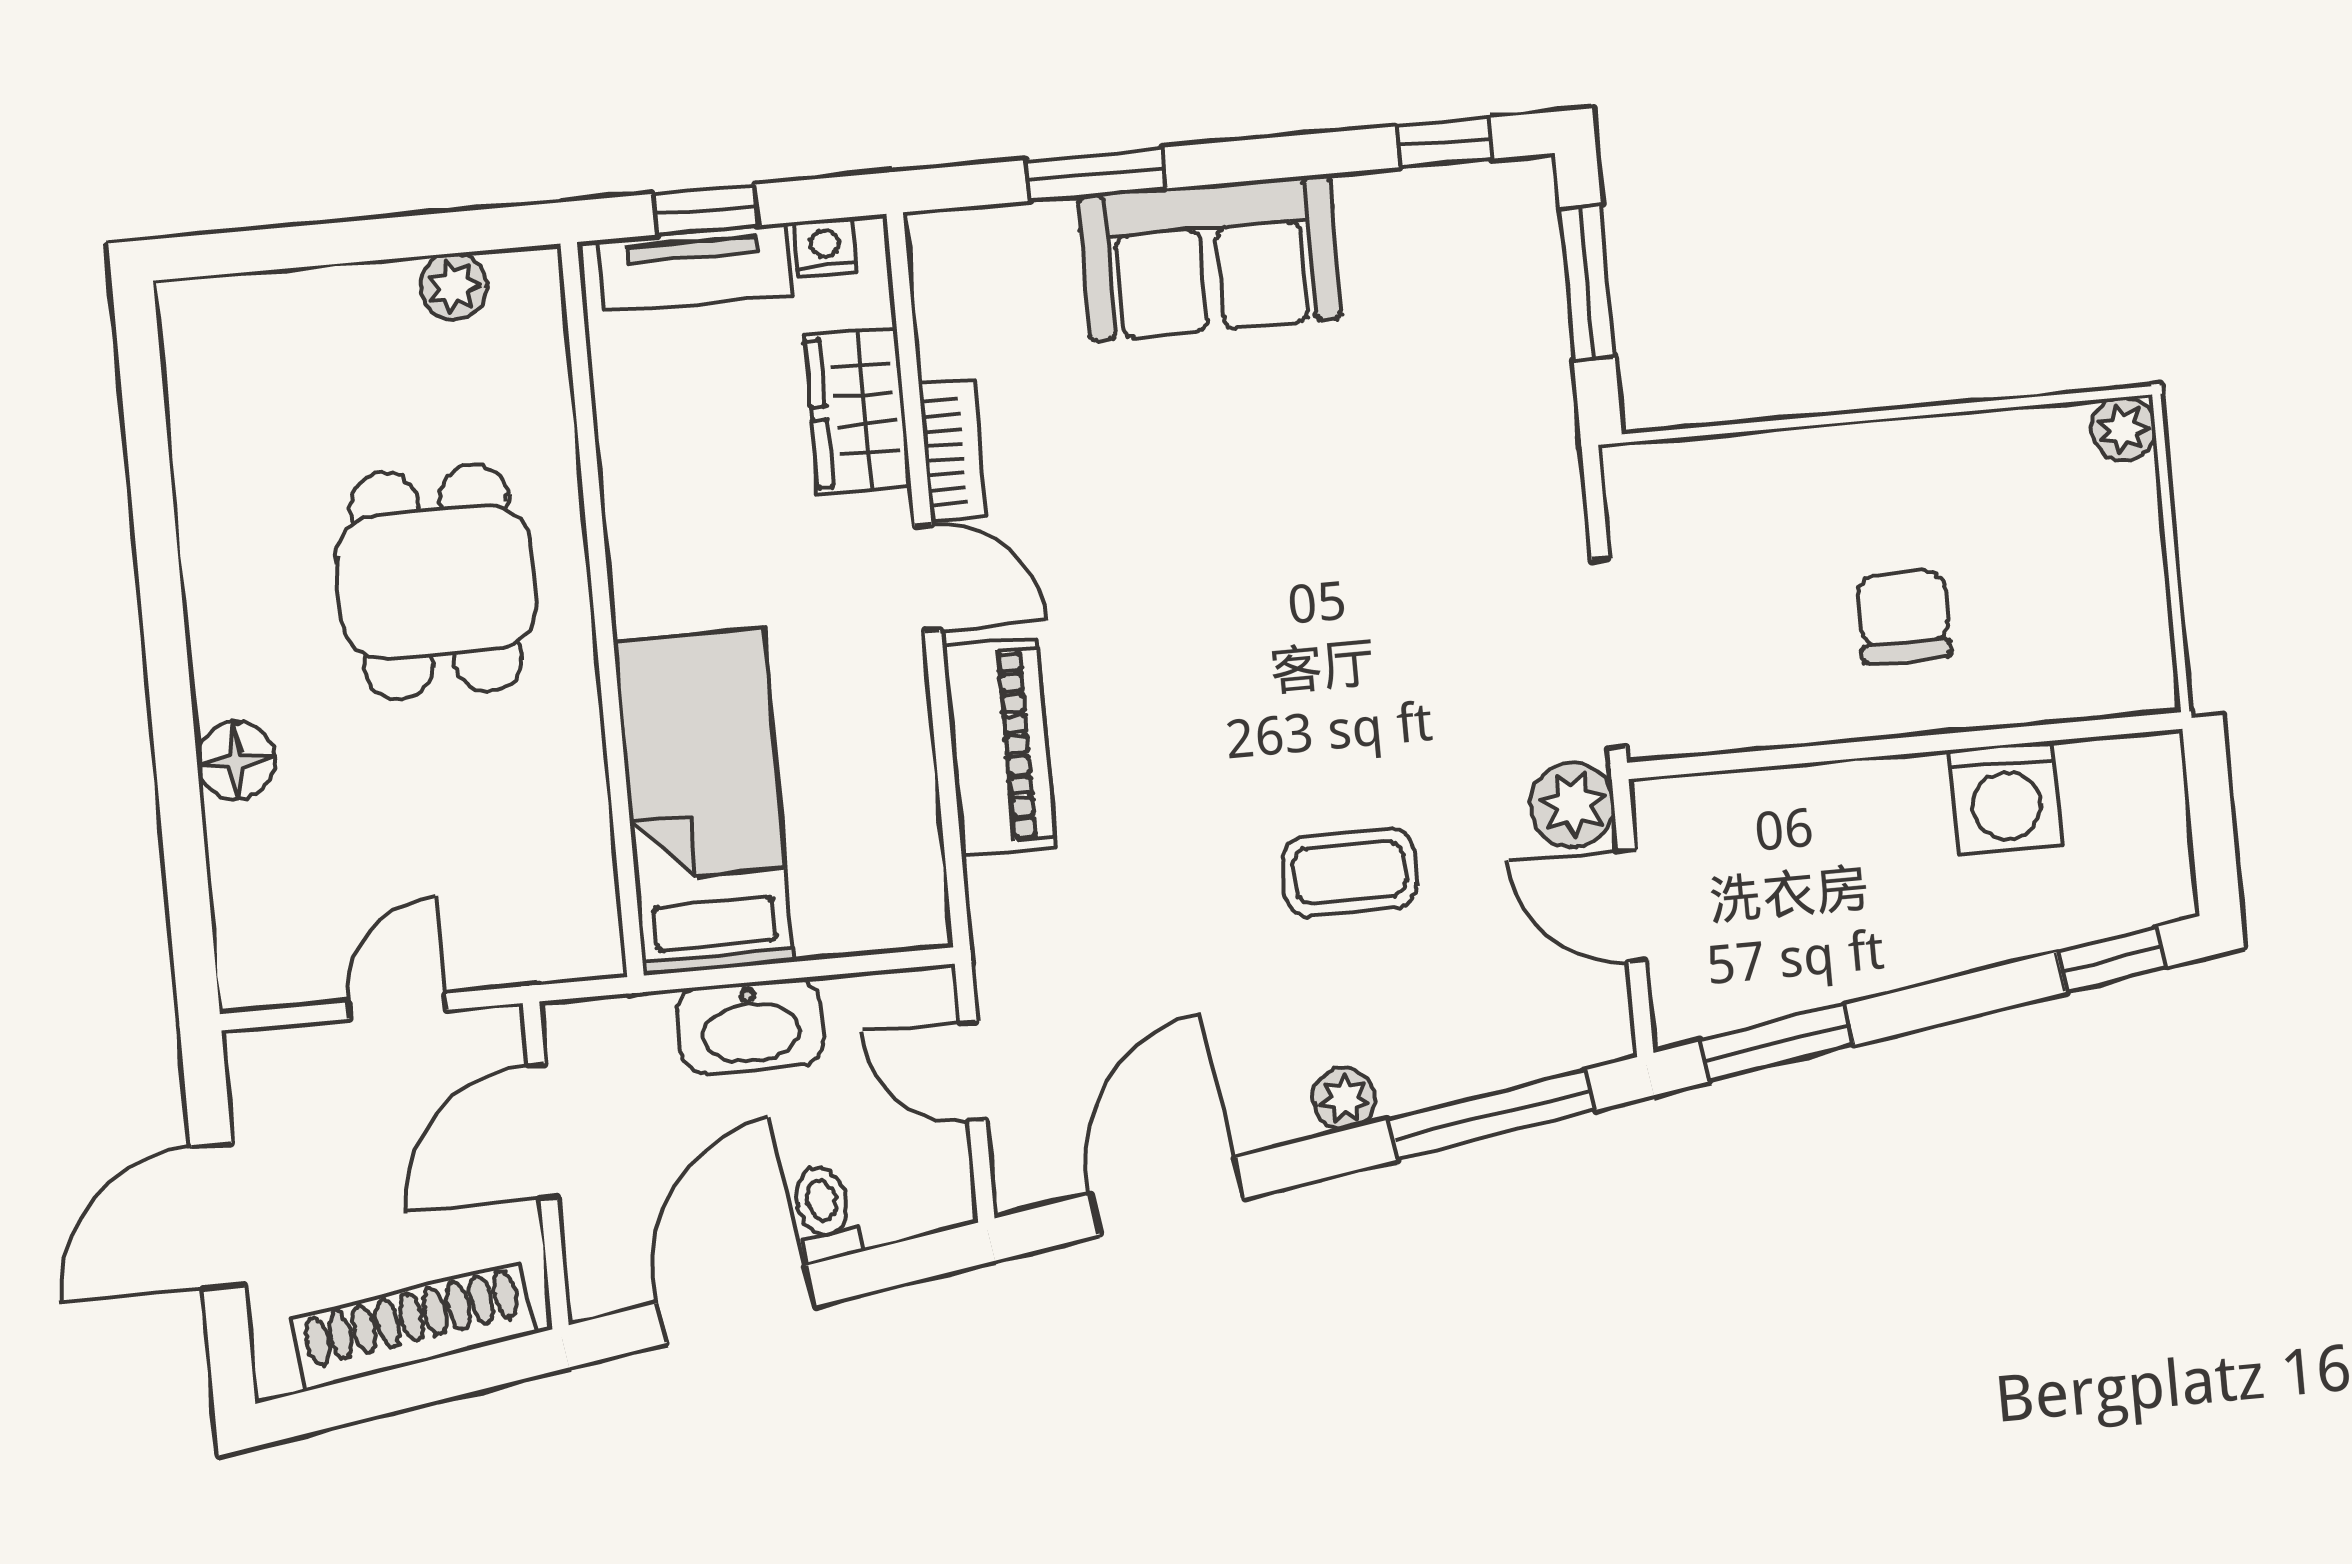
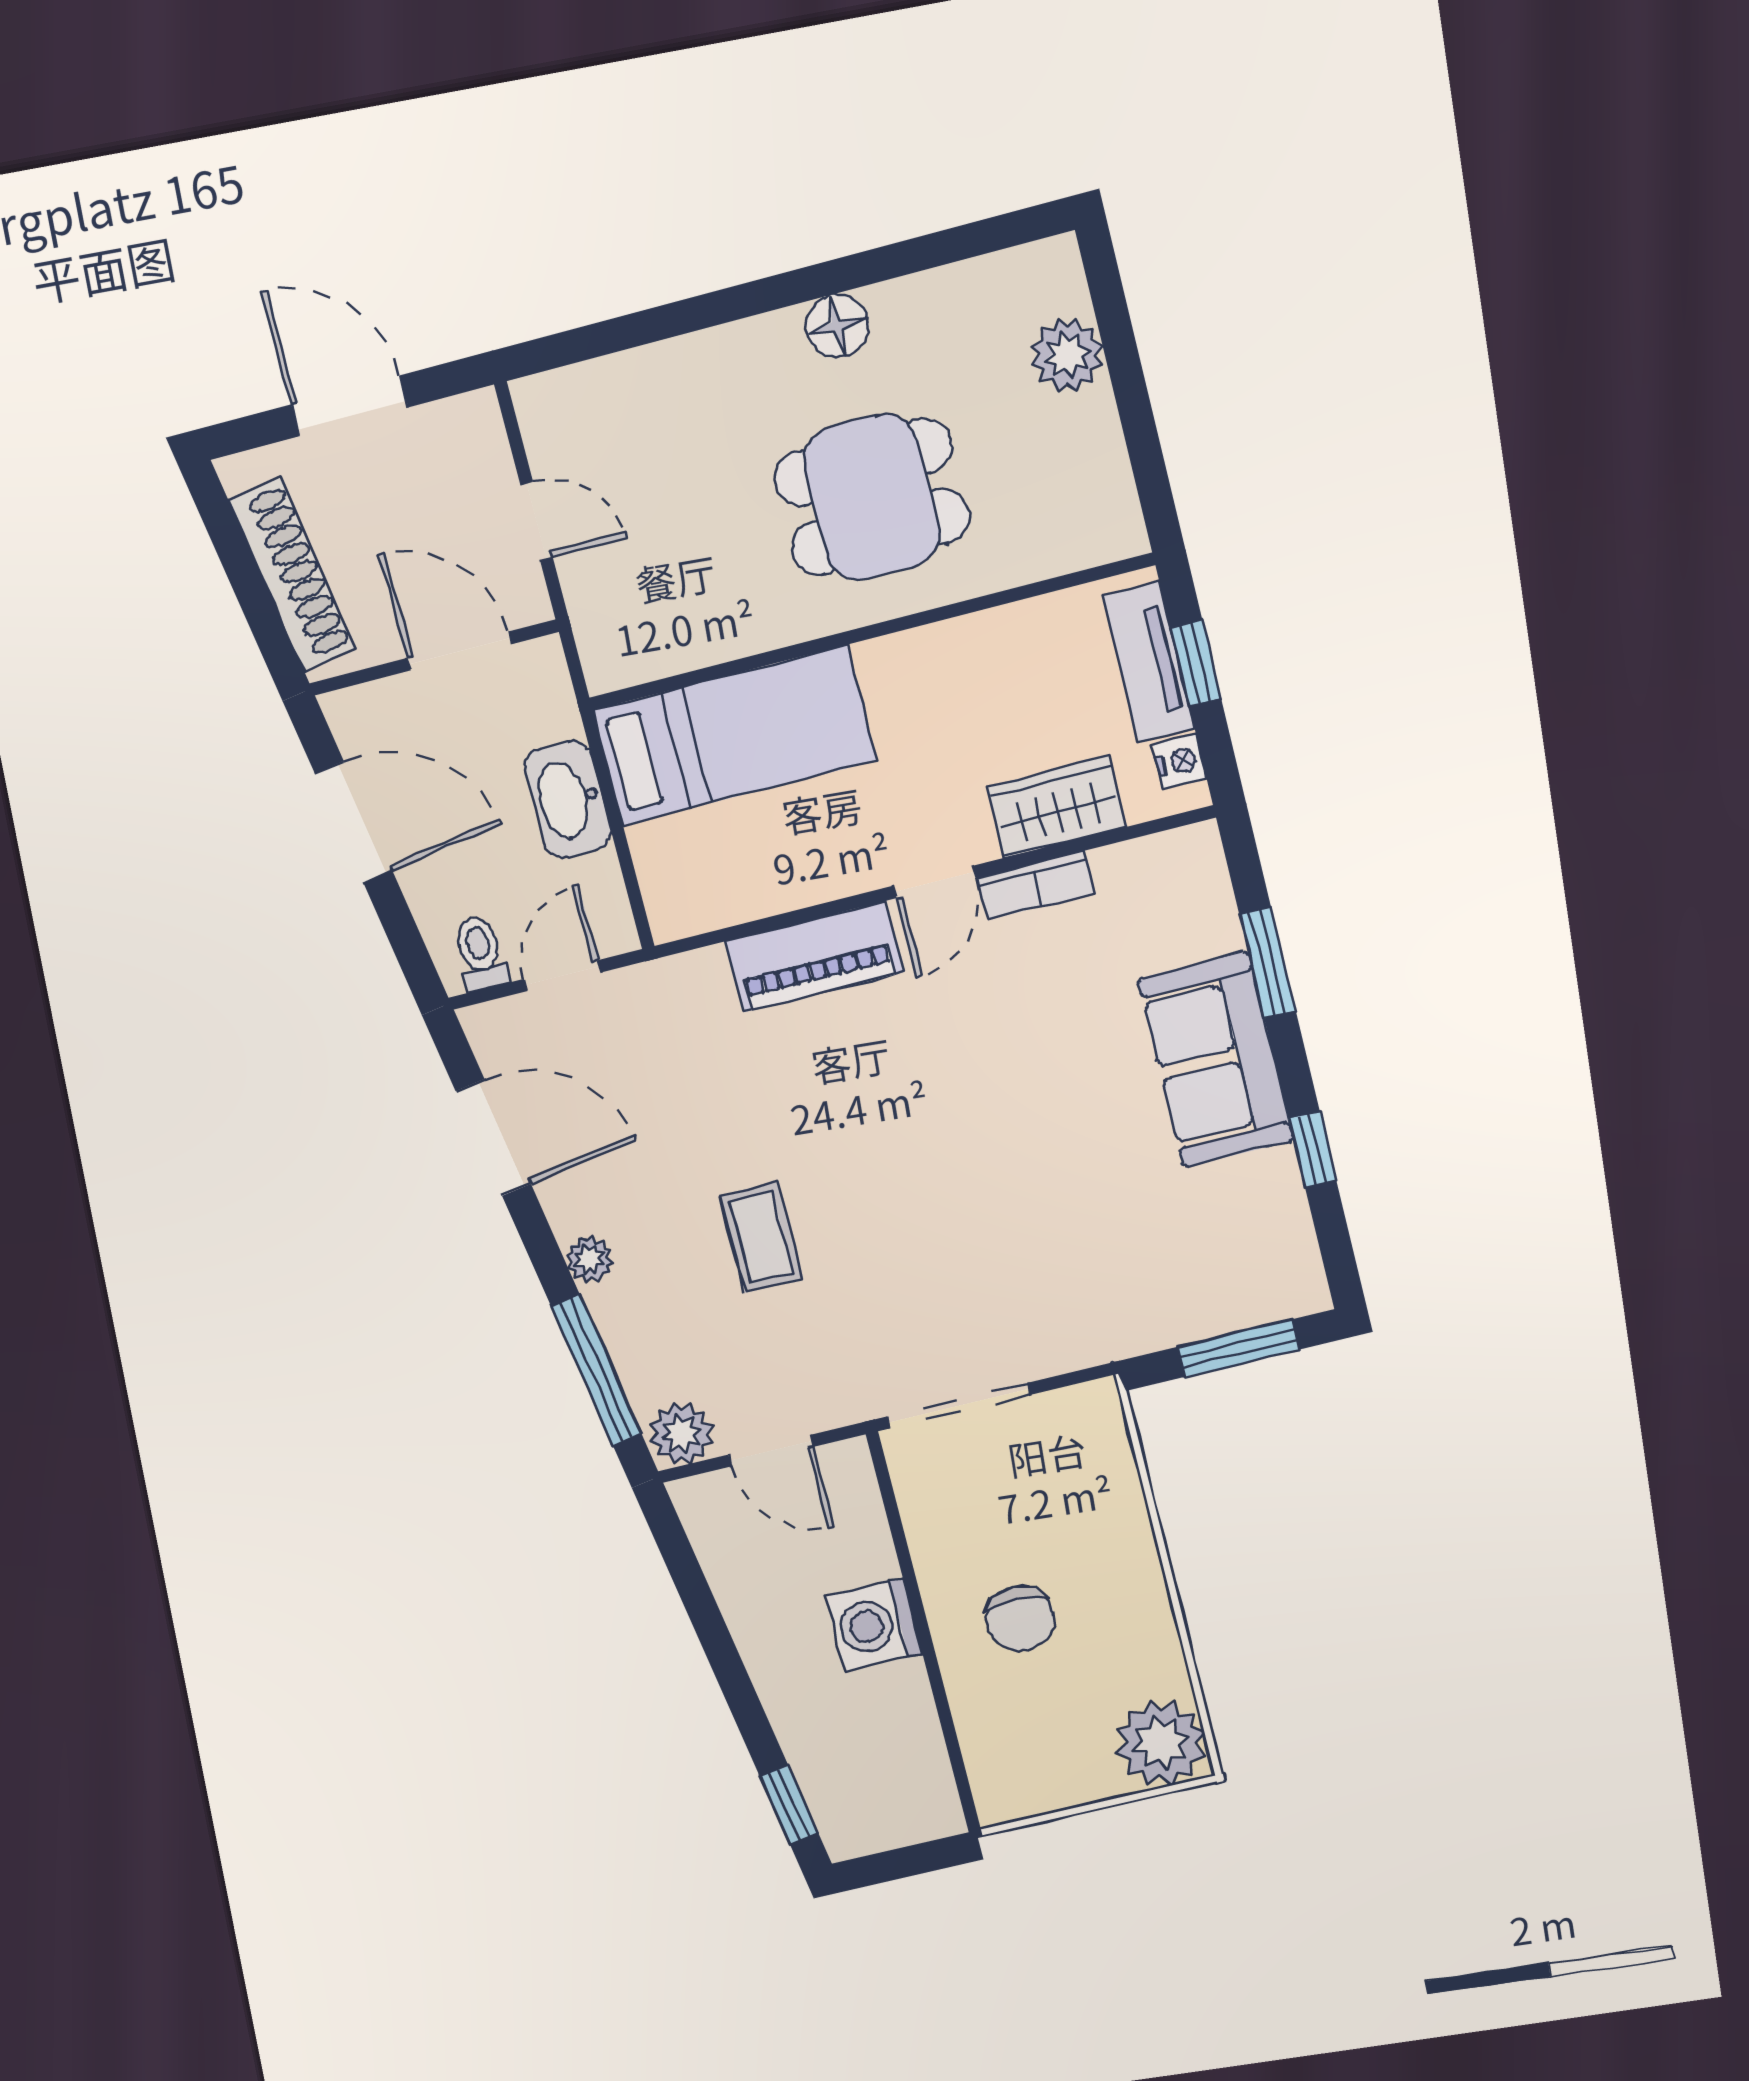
window: (1444, 142) -> (1312, 1149), moved
plant: (454, 287) -> (1067, 355), moved, width x1.38, depth x1.38
plant: (2123, 429) -> (1161, 1743), width x1.88, depth x1.88
chair: (1903, 616) -> (1021, 1618), turned 90
floor lamp: (236, 761) -> (837, 326), moved
washing machine: (2006, 798) -> (874, 1625), moved
plant: (1572, 805) -> (682, 1434), moved
door: (1632, 906) -> (771, 1451), swing flipped
window: (1777, 1043) -> (686, 1572), removed
toilet: (825, 1213) -> (480, 953), moved, turned -81

